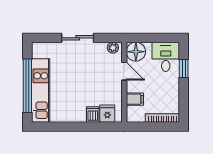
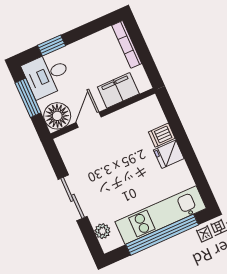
window: (156, 38) -> (28, 98), added
plant: (113, 48) -> (102, 231), moved
filing cabinet: (135, 99) -> (118, 90), width x2.00
fridge: (107, 114) -> (169, 154), moved

